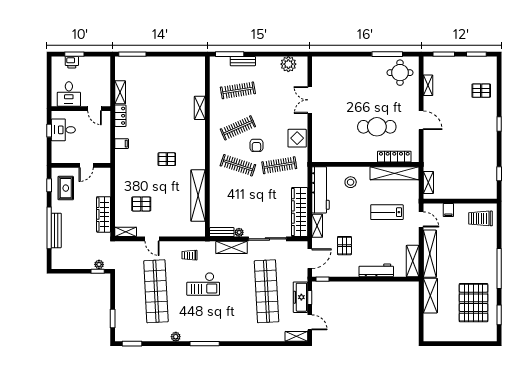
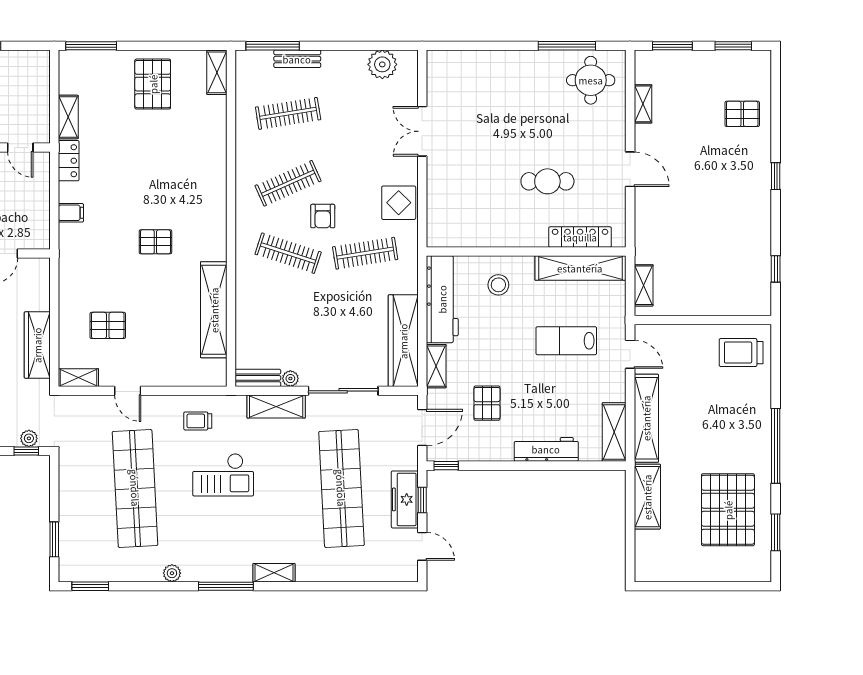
pallet: (165, 75) -> (153, 84), added
shelving: (200, 108) -> (217, 72), moved
cafe table: (377, 127) -> (547, 181), width x0.73, depth x0.74
filing cabinet: (448, 210) -> (681, 337), removed
shelving: (296, 336) -> (274, 573), moved

